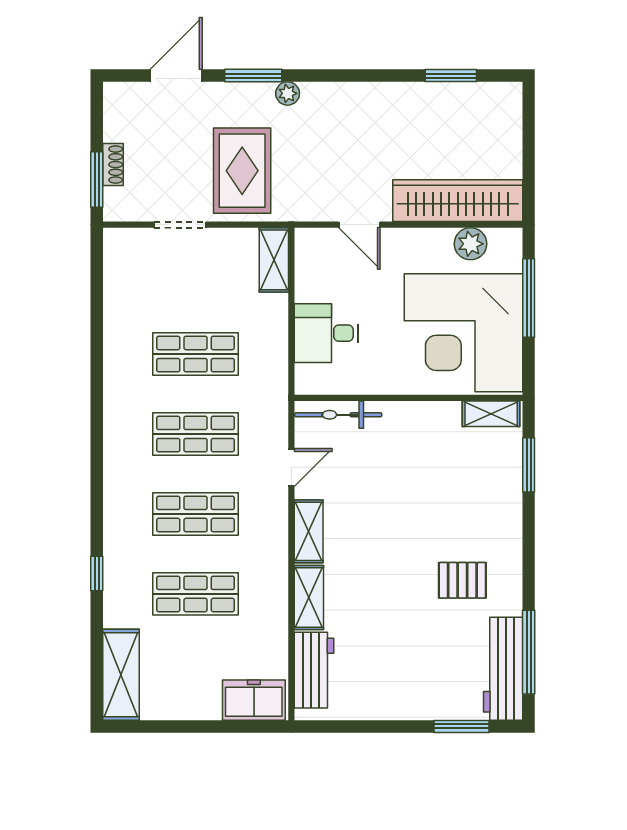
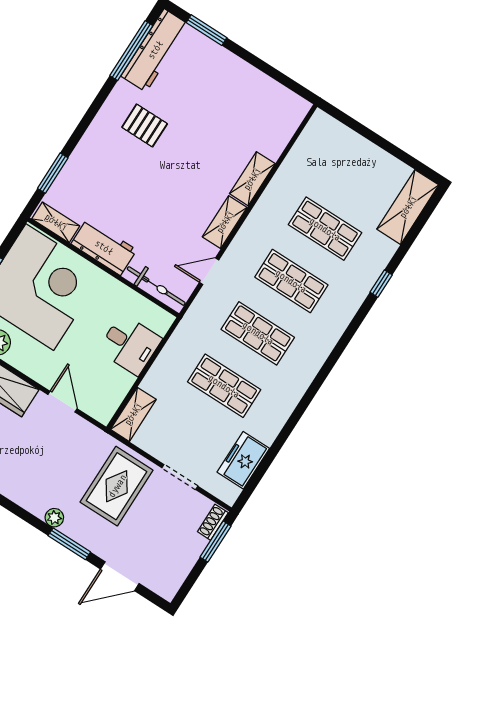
shoe rack: (113, 165) -> (213, 522), moved
workbench: (314, 670) -> (104, 247), moved, turned 90
freezer: (254, 700) -> (243, 460), moved, turned 90

